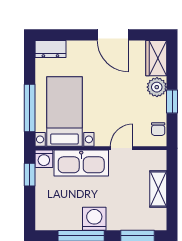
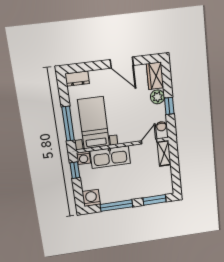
door: (122, 148) -> (149, 141), moved
shelving: (158, 189) -> (164, 153), moved
washing machine: (94, 219) -> (91, 198), moved

